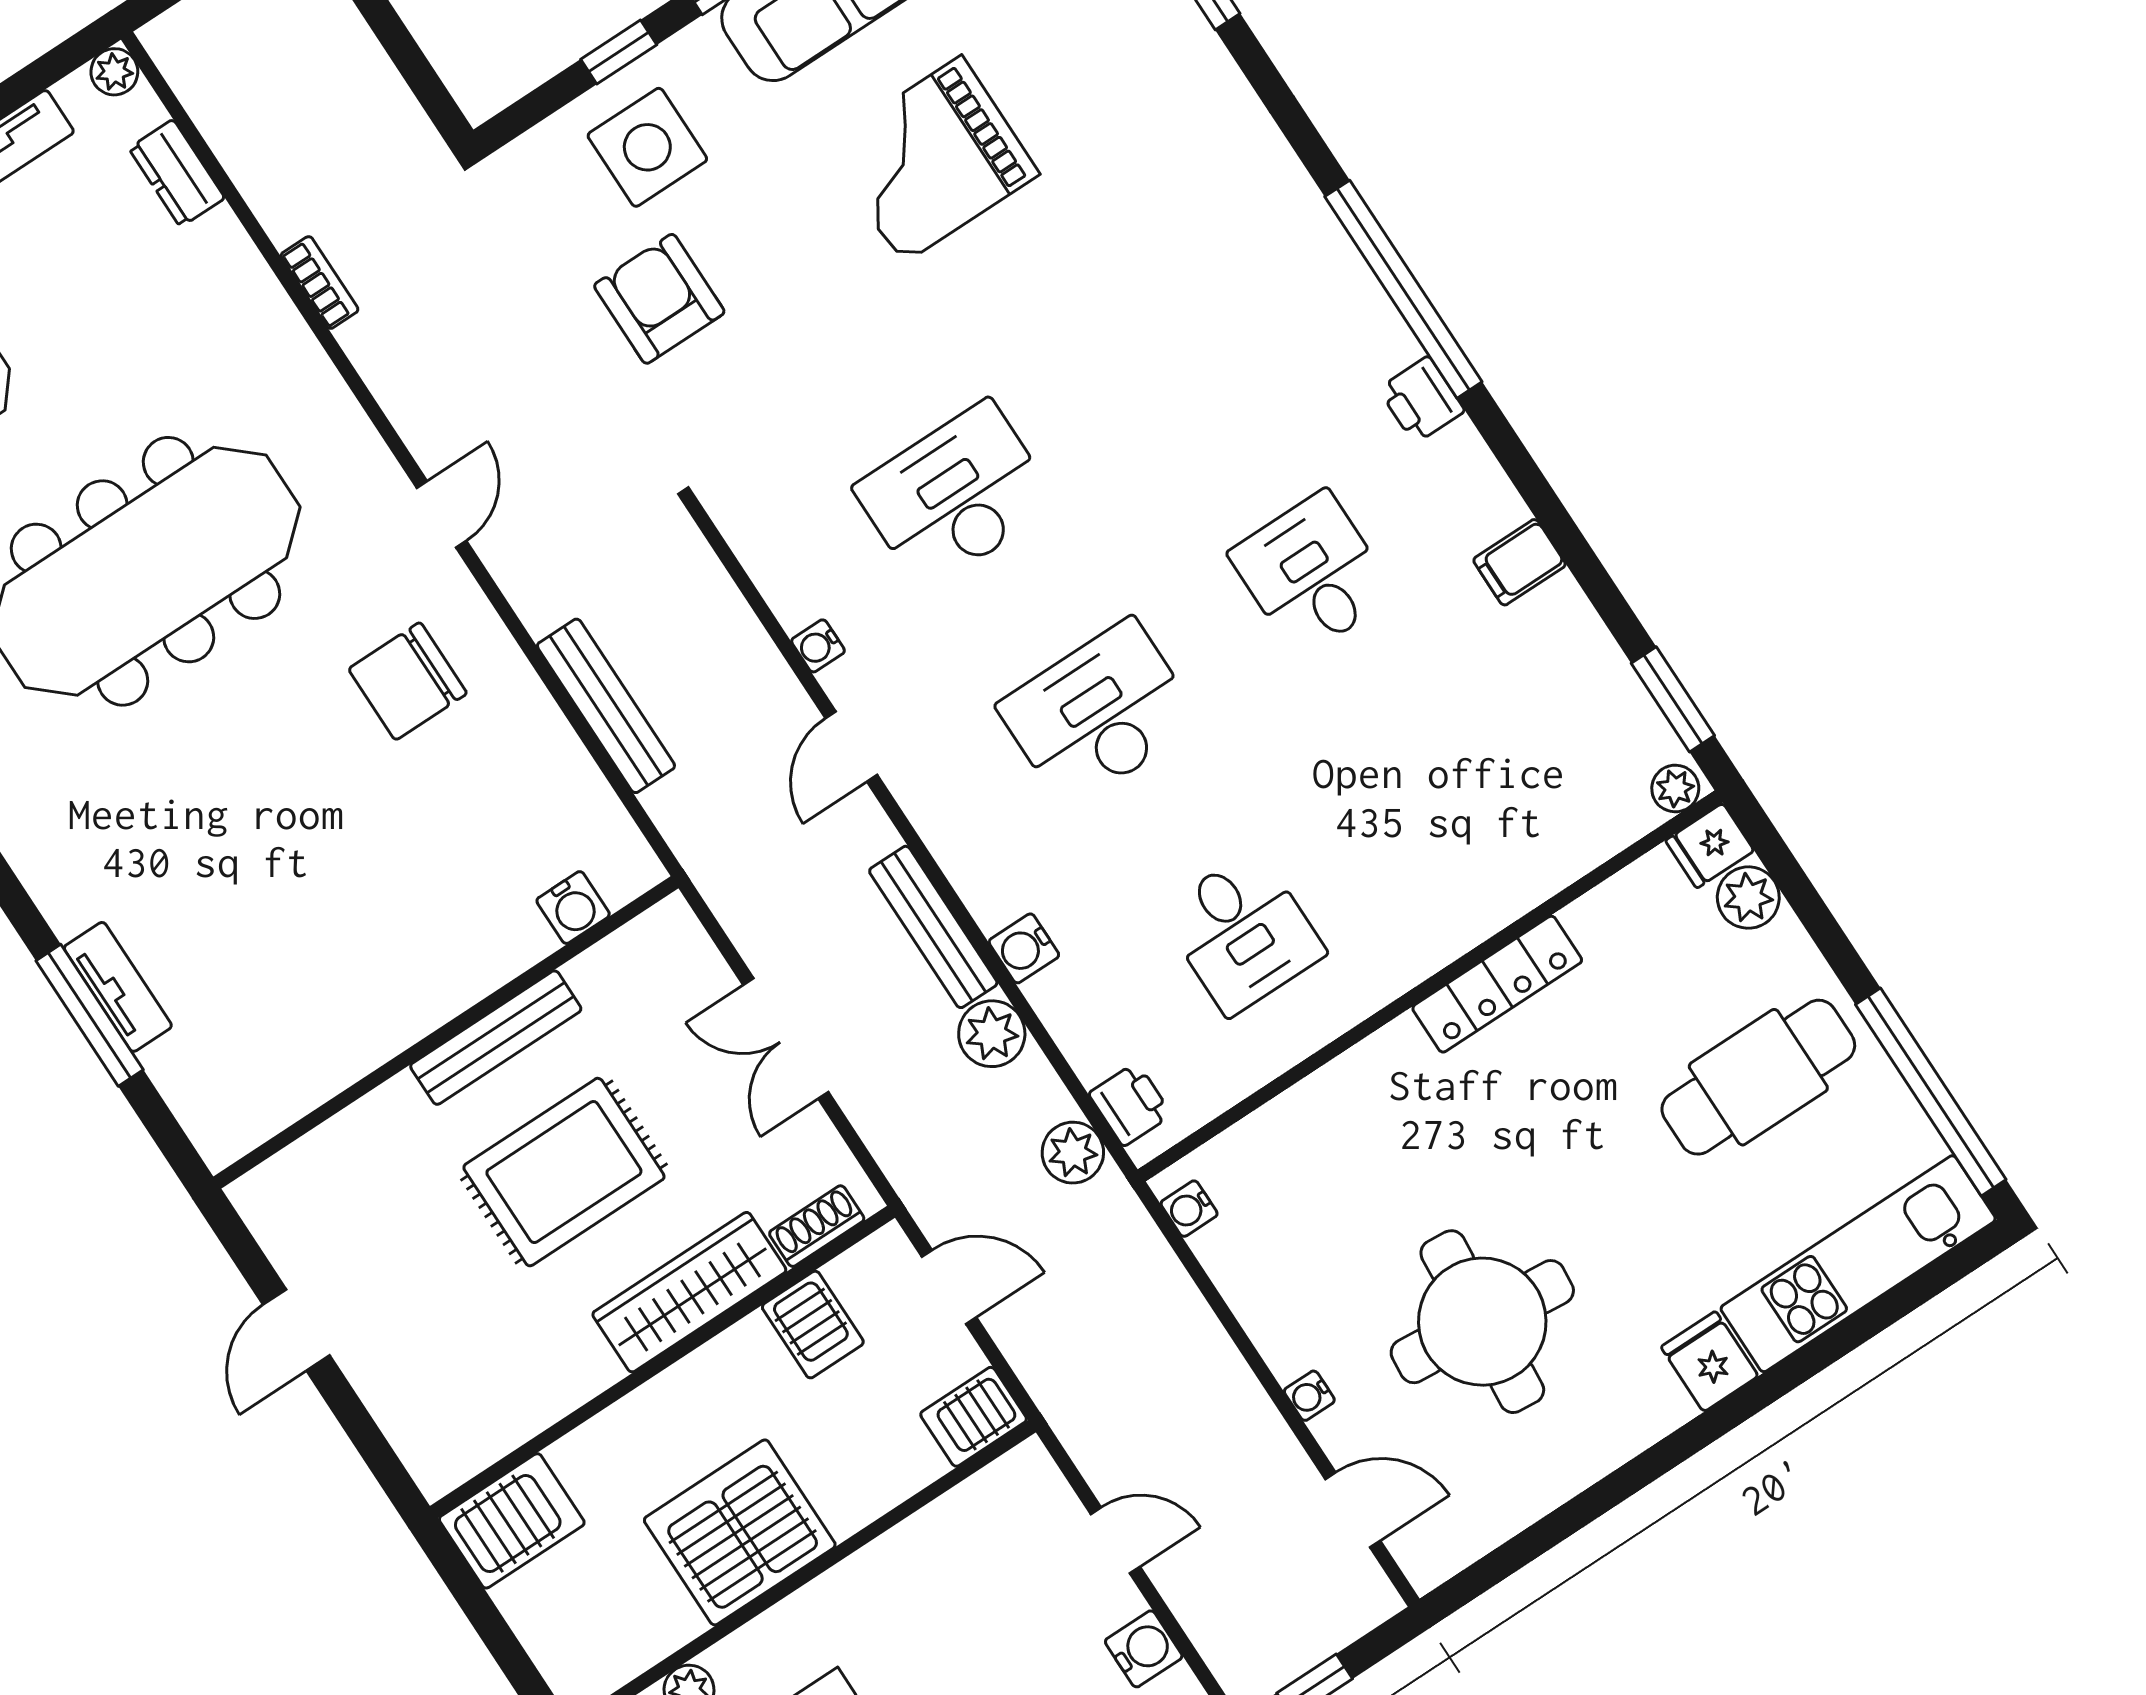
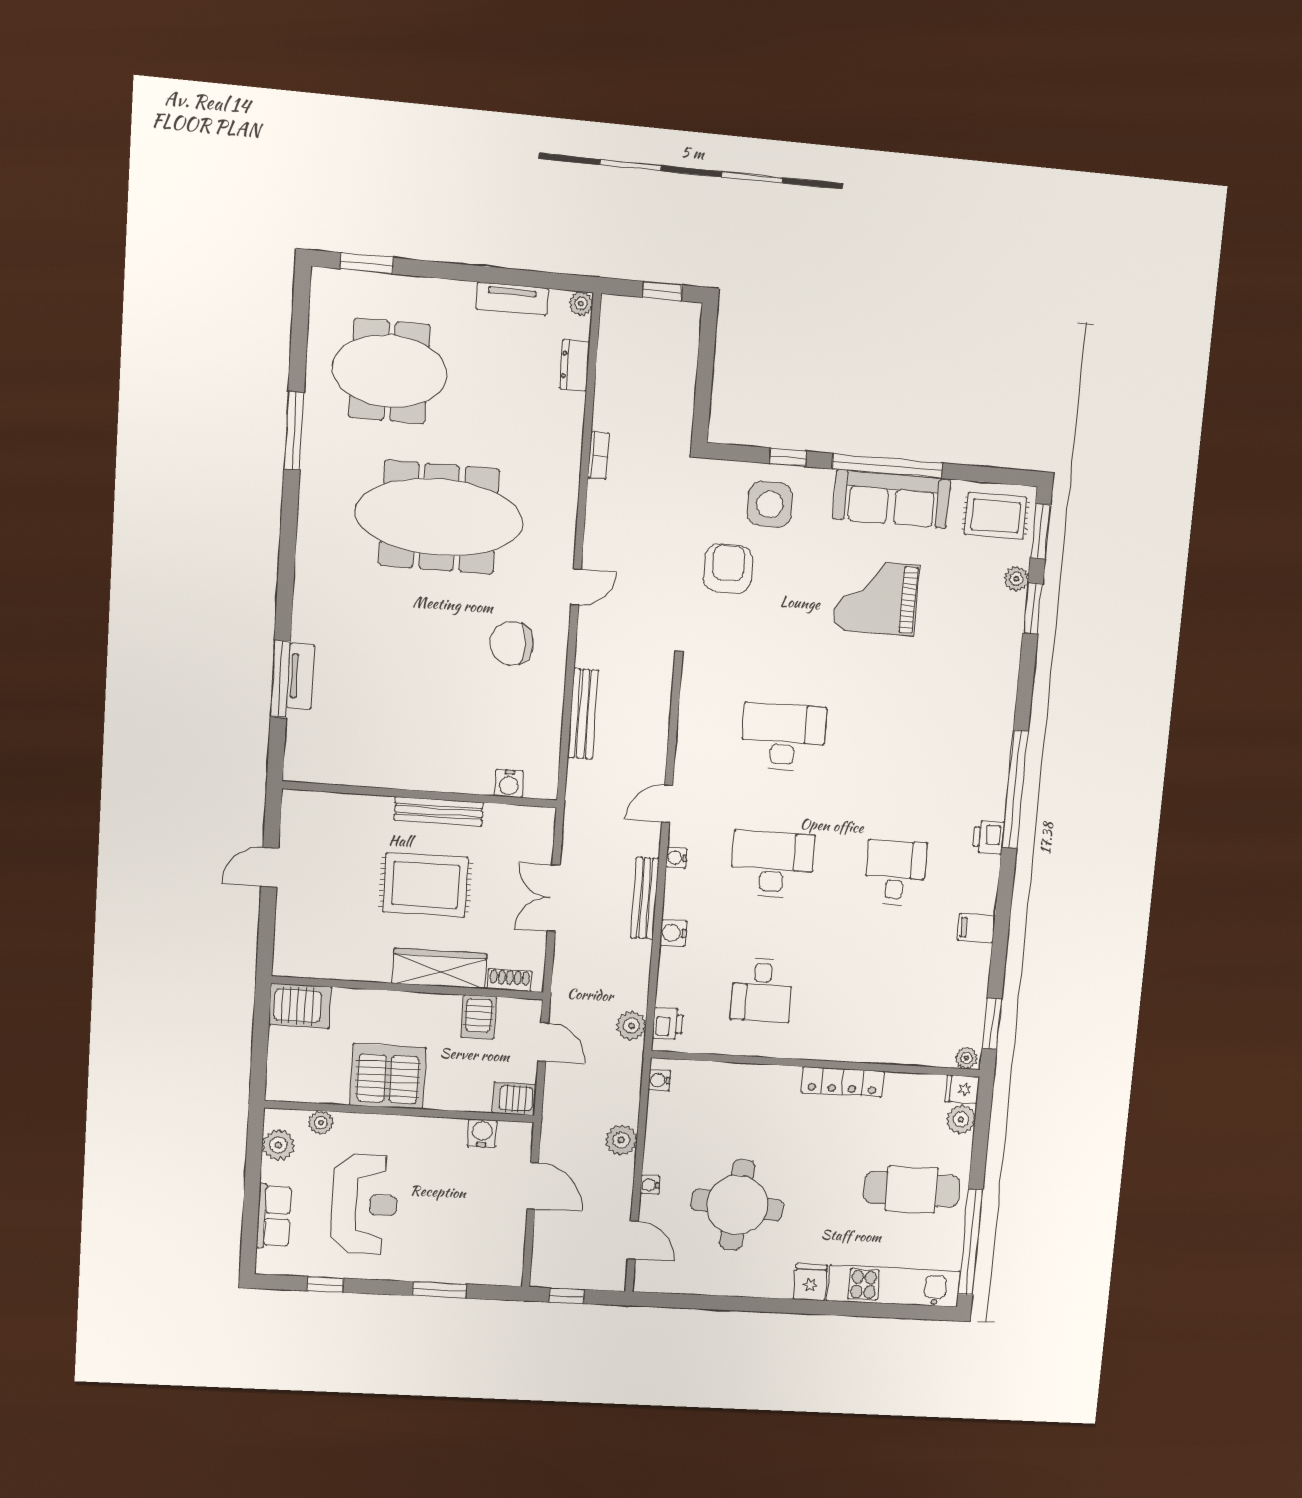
water cooler: (818, 646) -> (676, 858), moved
plant: (992, 1034) -> (621, 1140), moved
door: (1115, 1540) -> (533, 1186), width x1.38
water cooler: (1144, 1649) -> (482, 1133), moved, turned -90

